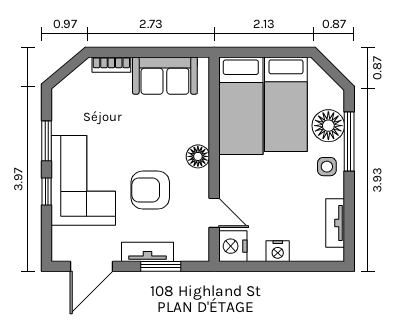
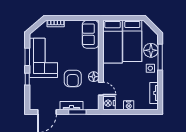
sofa: (165, 76) -> (91, 34), moved, turned 90
floor lamp: (198, 156) -> (94, 77), moved
corner sofa: (83, 180) -> (43, 58), moved
armchair: (150, 190) -> (73, 79), turned -90

